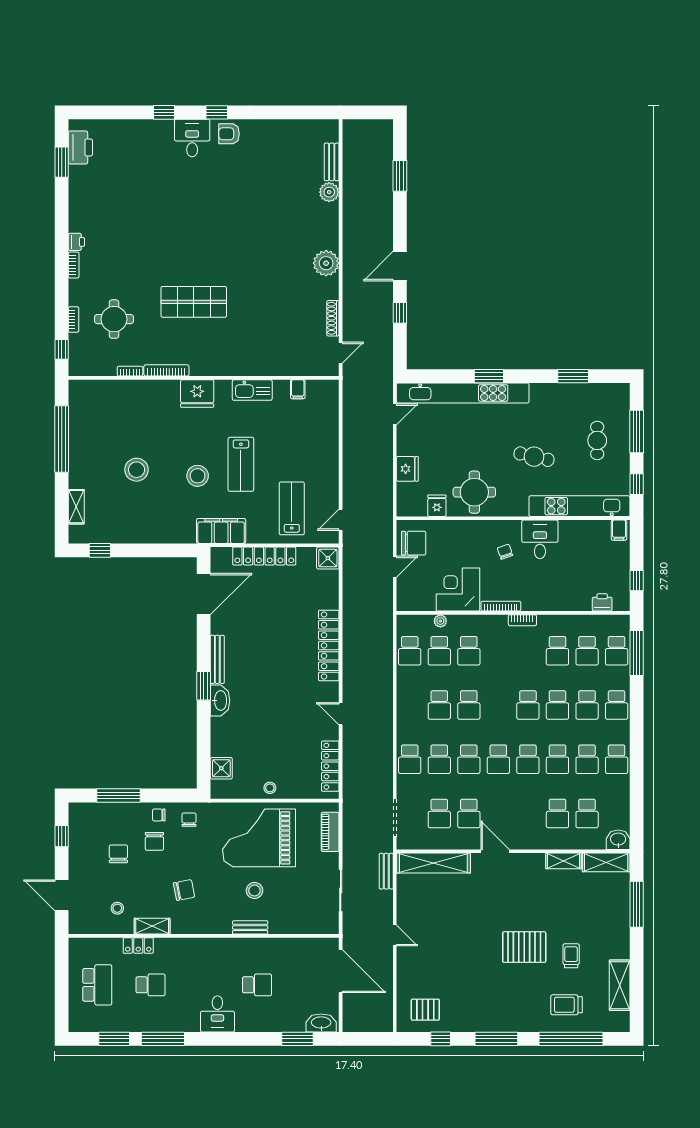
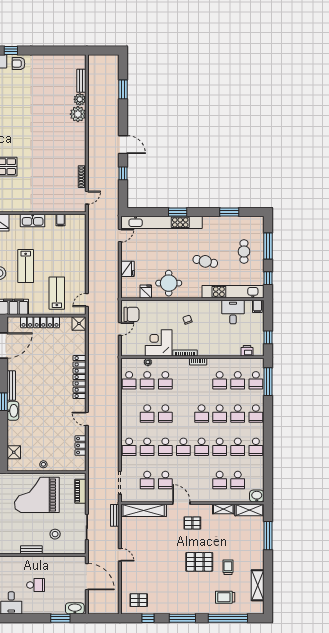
plant: (326, 263) -> (78, 114), moved
door: (400, 266) -> (123, 145), swing flipped
desk: (540, 539) -> (233, 312), moved
locker: (330, 766) -> (80, 446), width x0.66
pallet: (513, 884) -> (192, 523), added
stool: (254, 890) -> (55, 534), moved

